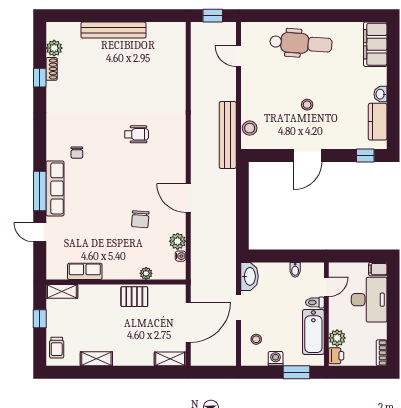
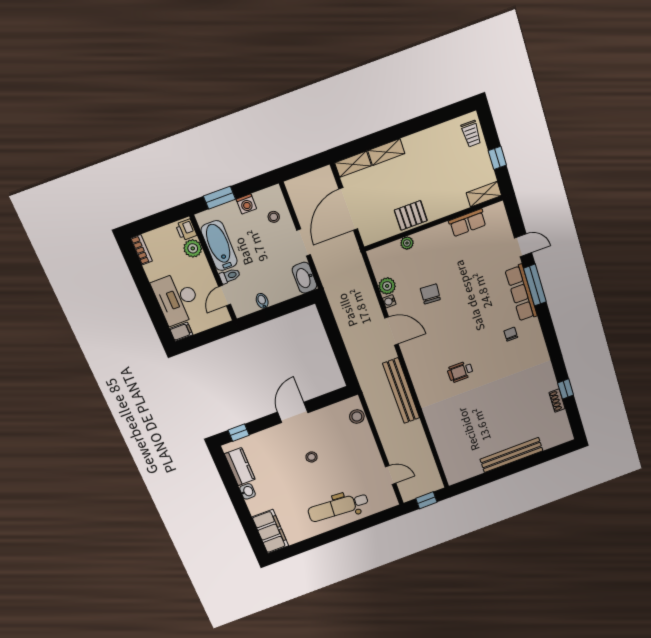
plant: (54, 48) -> (560, 420), removed
bench: (228, 135) -> (401, 391), moved
water cooler: (181, 256) -> (389, 301), moved
trolley: (57, 348) -> (471, 134), turned 180
shelving: (96, 359) -> (386, 152), moved

